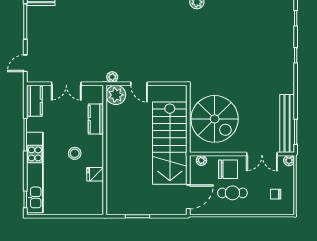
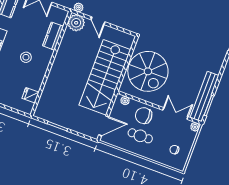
double door: (262, 154) -> (175, 113), swing flipped
chair: (228, 169) -> (144, 116), turned 180
fridge: (95, 174) -> (30, 95), moved

